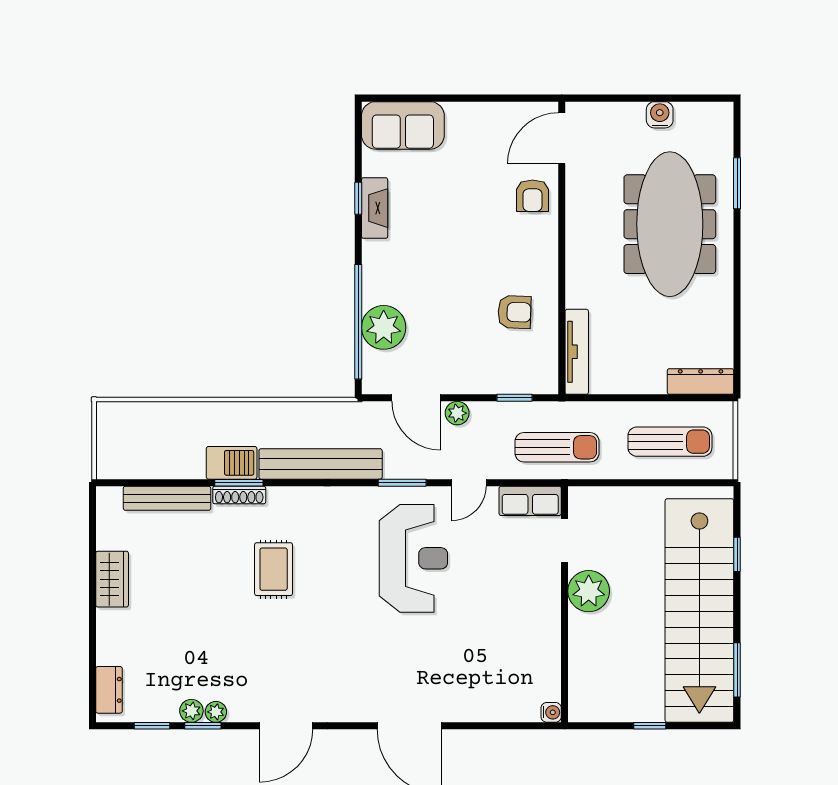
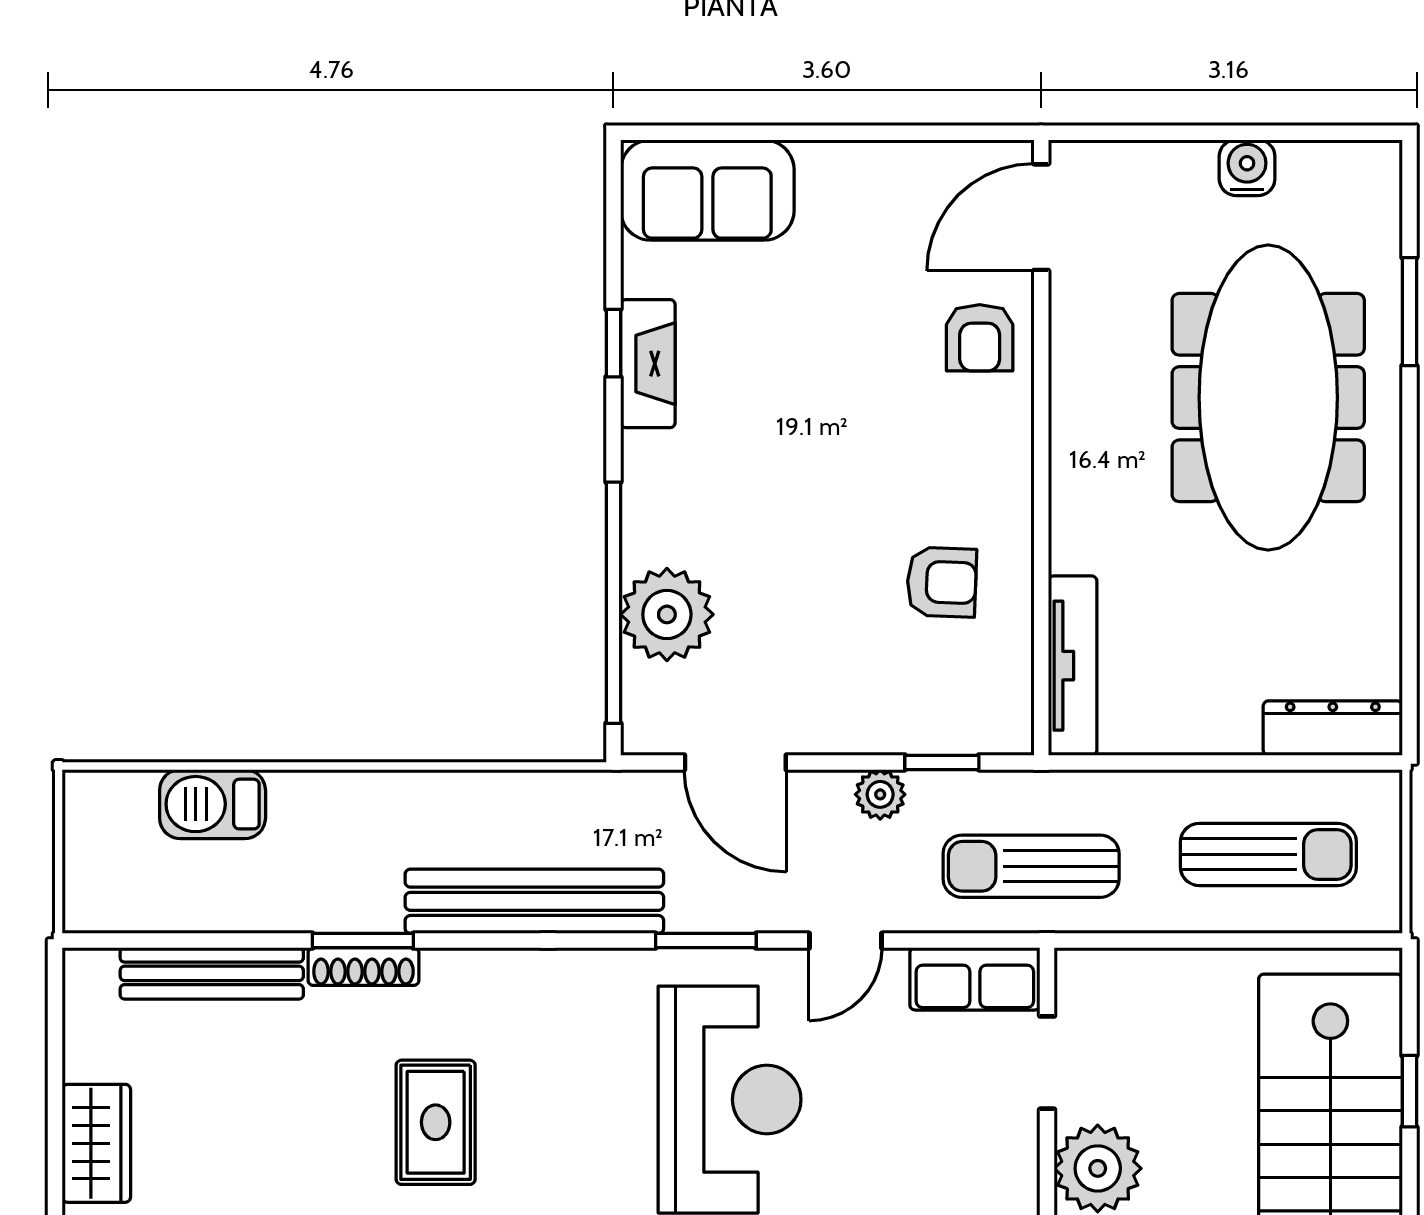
plant: (457, 413) -> (880, 794), moved
sun lounger: (557, 447) -> (1031, 866), turned 180
barbecue: (232, 463) -> (213, 804), moved, turned 180

